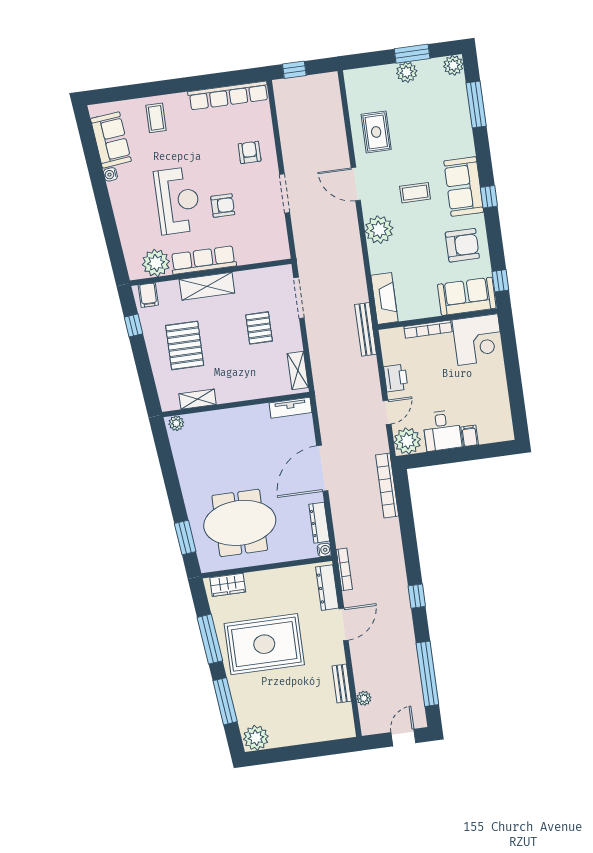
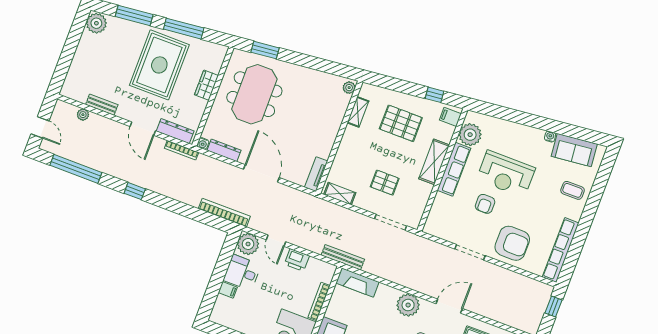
armchair: (250, 152) -> (512, 243), width x1.88, depth x1.88
wardrobe: (228, 585) -> (206, 85), moved

